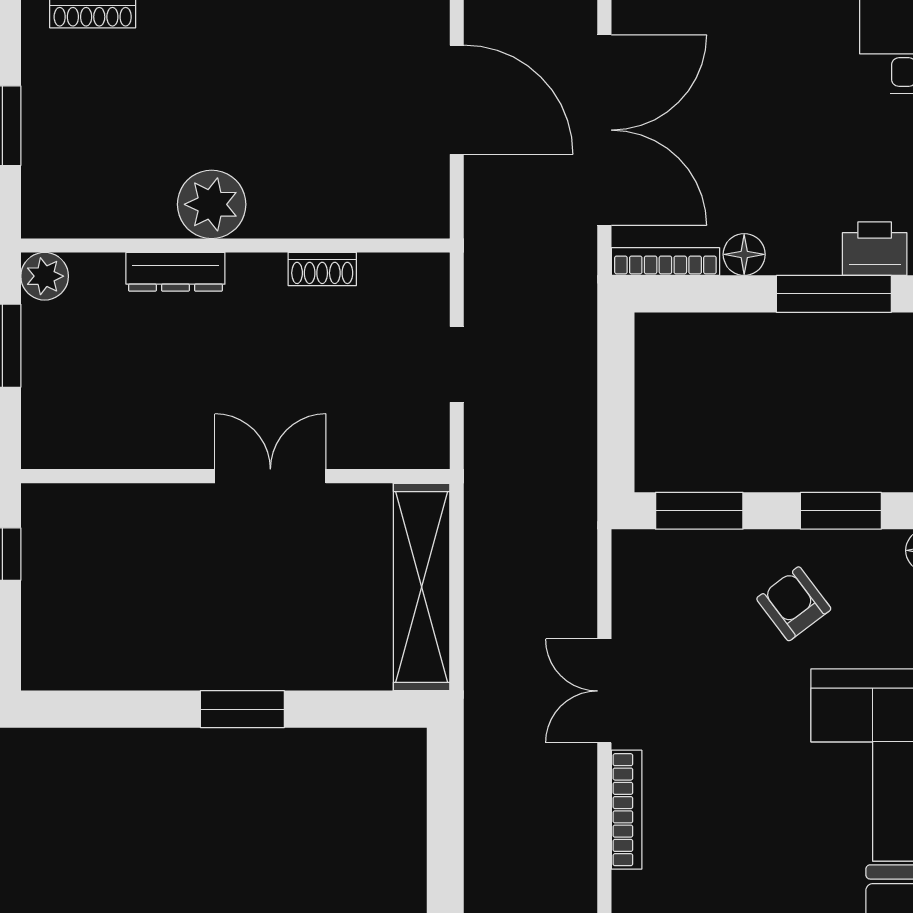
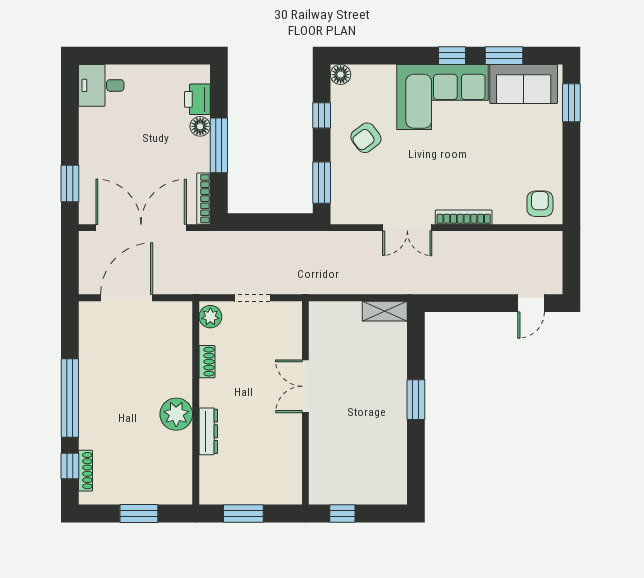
floor lamp: (744, 254) -> (200, 126), moved
plant: (45, 276) -> (210, 317), moved
window: (834, 294) -> (219, 145), moved
window: (841, 511) -> (322, 115), width x0.67
shelving: (422, 587) -> (385, 311), width x0.45, depth x0.75

